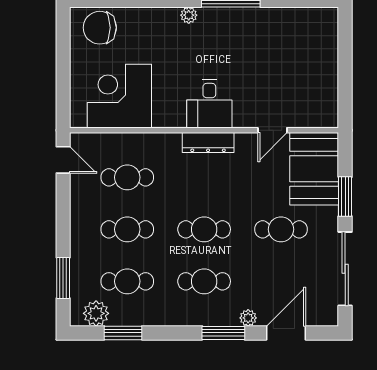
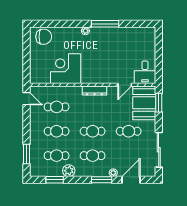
chair: (100, 28) -> (44, 37), turned 180
corner desk: (119, 96) -> (66, 69), moved
desk: (209, 104) -> (145, 72), moved
window: (345, 197) -> (159, 103), moved
plant: (96, 313) -> (69, 171), moved

